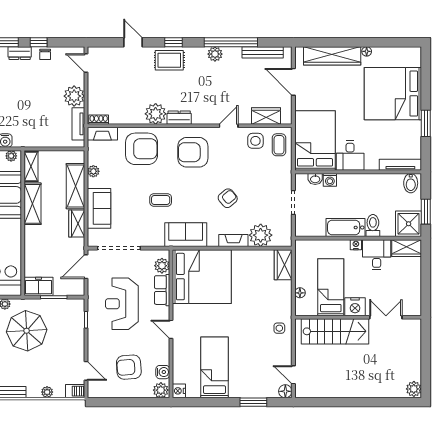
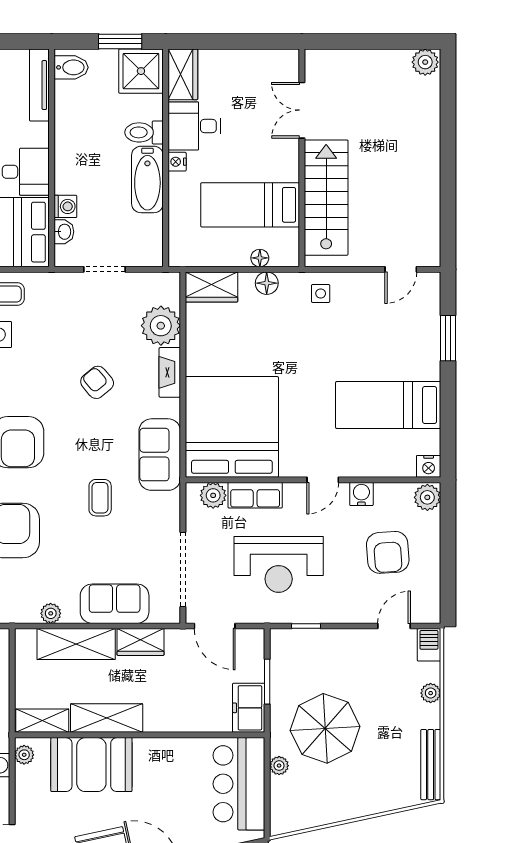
nightstand: (355, 307) -> (284, 163), removed
water cooler: (163, 372) -> (361, 494), moved
floor lamp: (285, 391) -> (267, 283), moved

